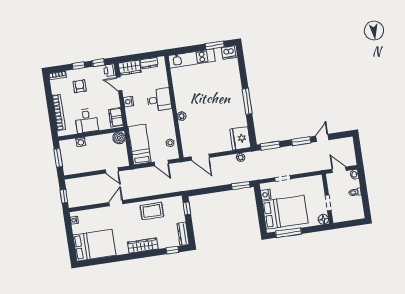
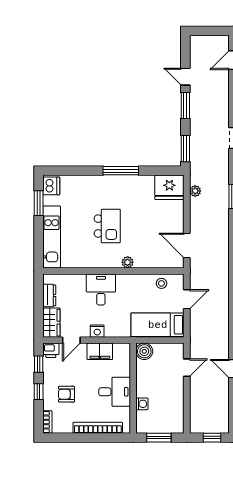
kitchen island: (206, 97) -> (107, 226), added
filing cabinet: (116, 117) -> (100, 351), moved
door: (200, 157) -> (187, 246), swing flipped

